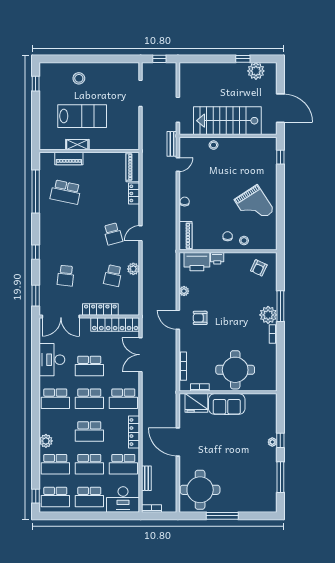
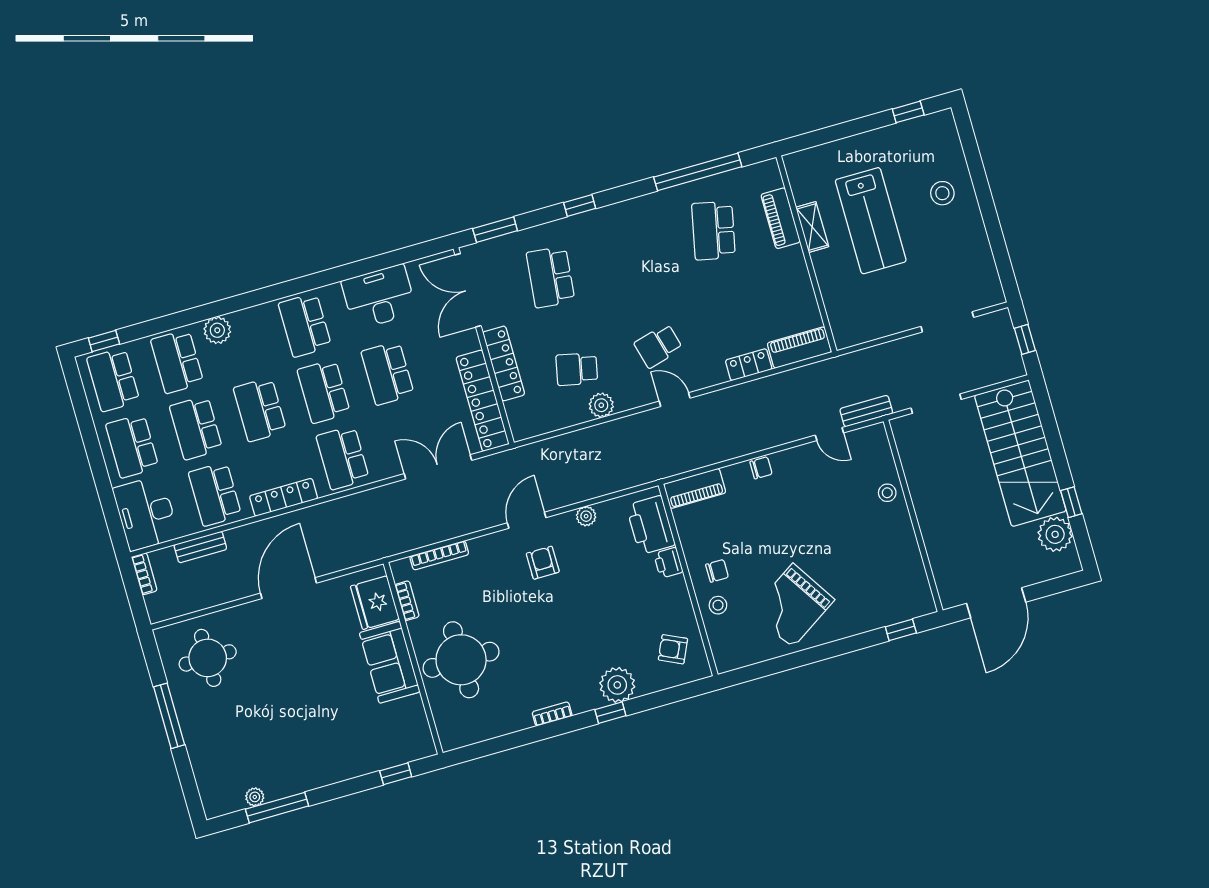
stairs: (227, 121) -> (1020, 453), moved, turned 180
school desk: (66, 276) -> (551, 277), width x1.85
window: (280, 306) -> (610, 713), width x0.46
plant: (268, 315) -> (617, 685), moved
window: (280, 440) -> (396, 774), moved
plant: (272, 442) -> (255, 797), moved
round table: (200, 490) -> (208, 658), width x0.73, depth x0.73

